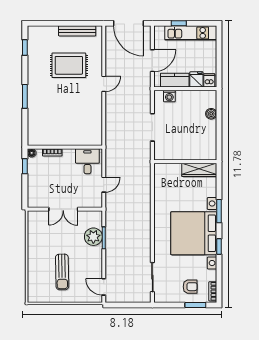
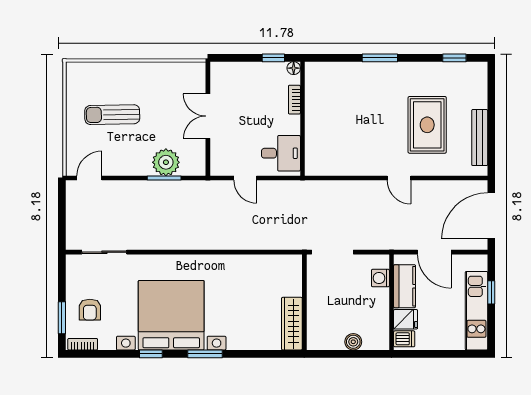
wall: (185, 162) -> (304, 302), moved
wardrobe: (199, 170) -> (292, 324), moved

